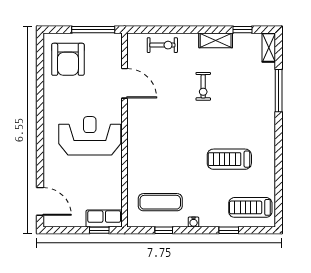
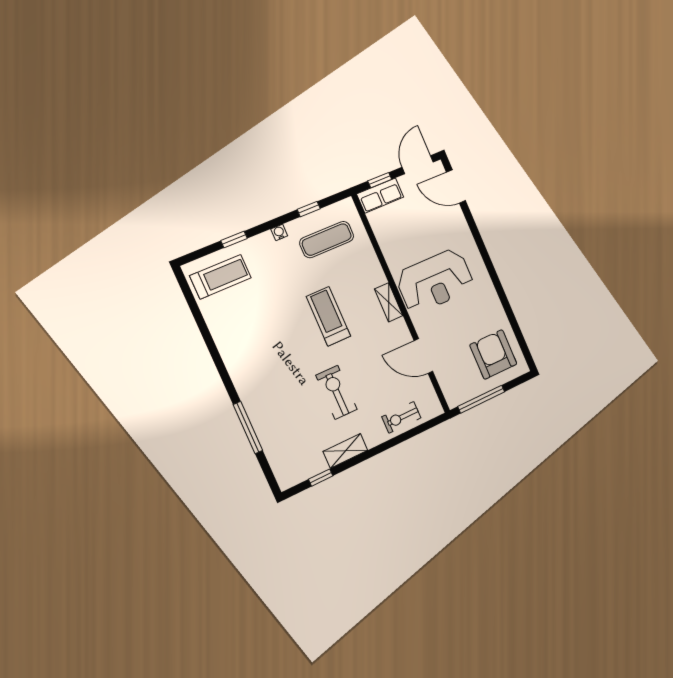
shelving: (269, 48) -> (389, 302), moved
exercise bike: (203, 86) -> (336, 392), width x1.38, depth x1.39
treadmill: (229, 159) -> (328, 316), moved, turned -90
door: (64, 230) -> (418, 165), added

